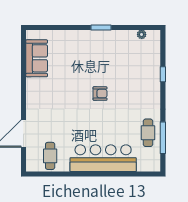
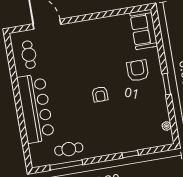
armchair: (83, 53) -> (138, 71), added
sofa: (37, 58) -> (144, 29), moved, turned 90
cafe table: (50, 156) -> (29, 55), turned 90

